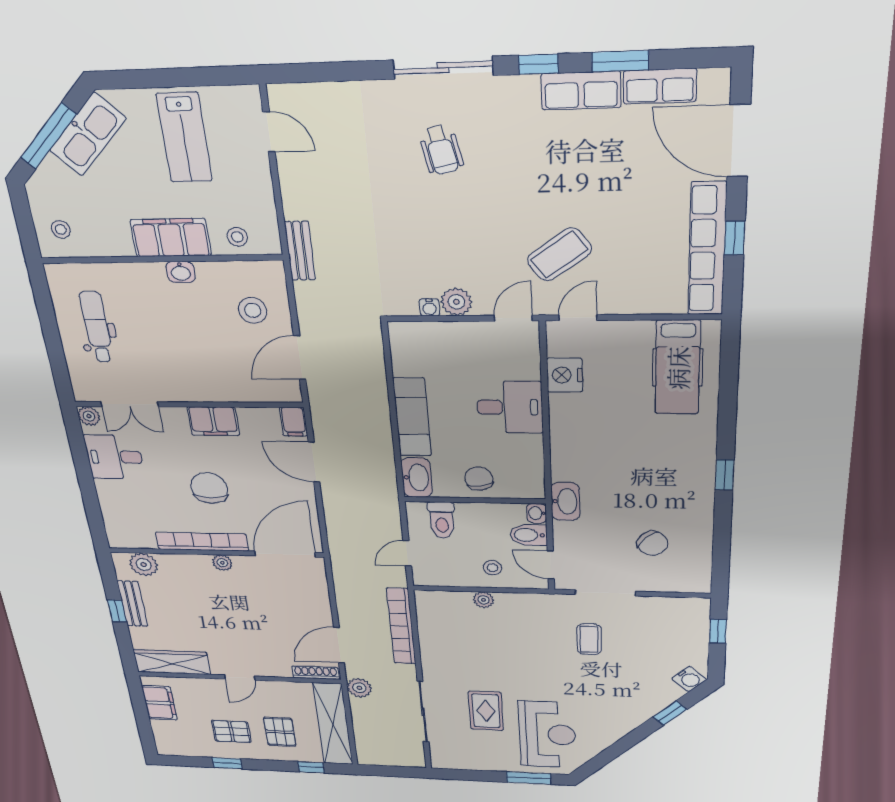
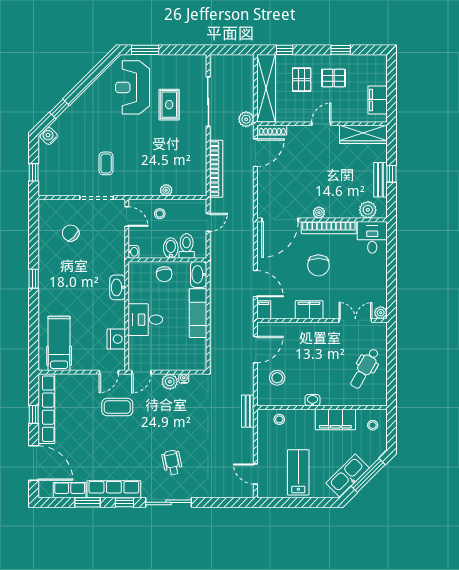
row of seats: (581, 91) -> (114, 489), width x1.48
filing cabinet: (171, 238) -> (335, 420), moved
coffee table: (559, 255) -> (117, 407), turned 36
dental chair: (97, 327) -> (365, 369), turned 30
desk: (114, 457) -> (372, 237), moved, turned -90
washbasin: (565, 501) -> (118, 287), moved
bidet: (529, 535) -> (171, 248), moved, turned -90

